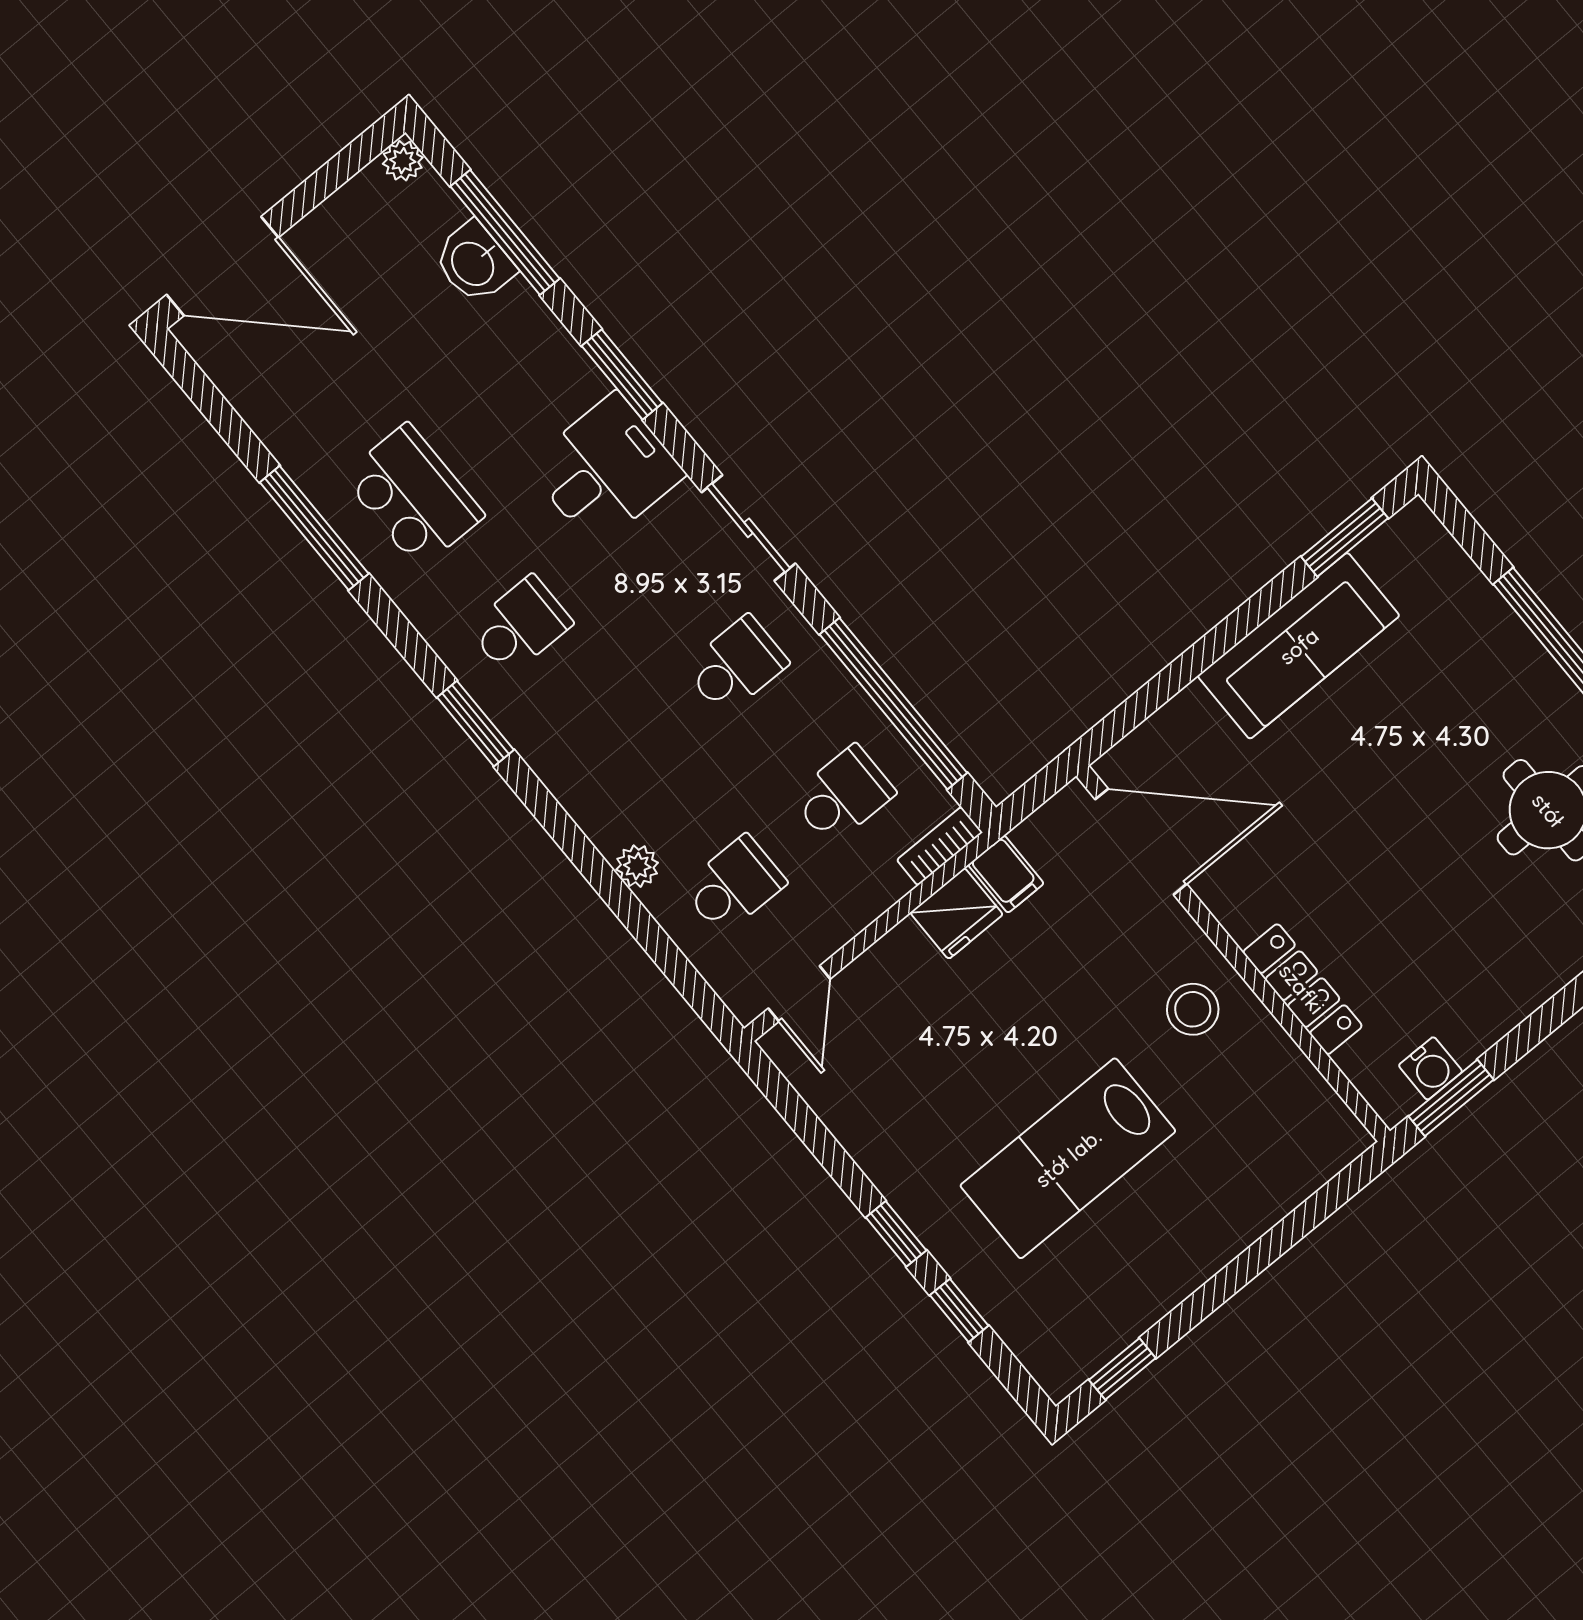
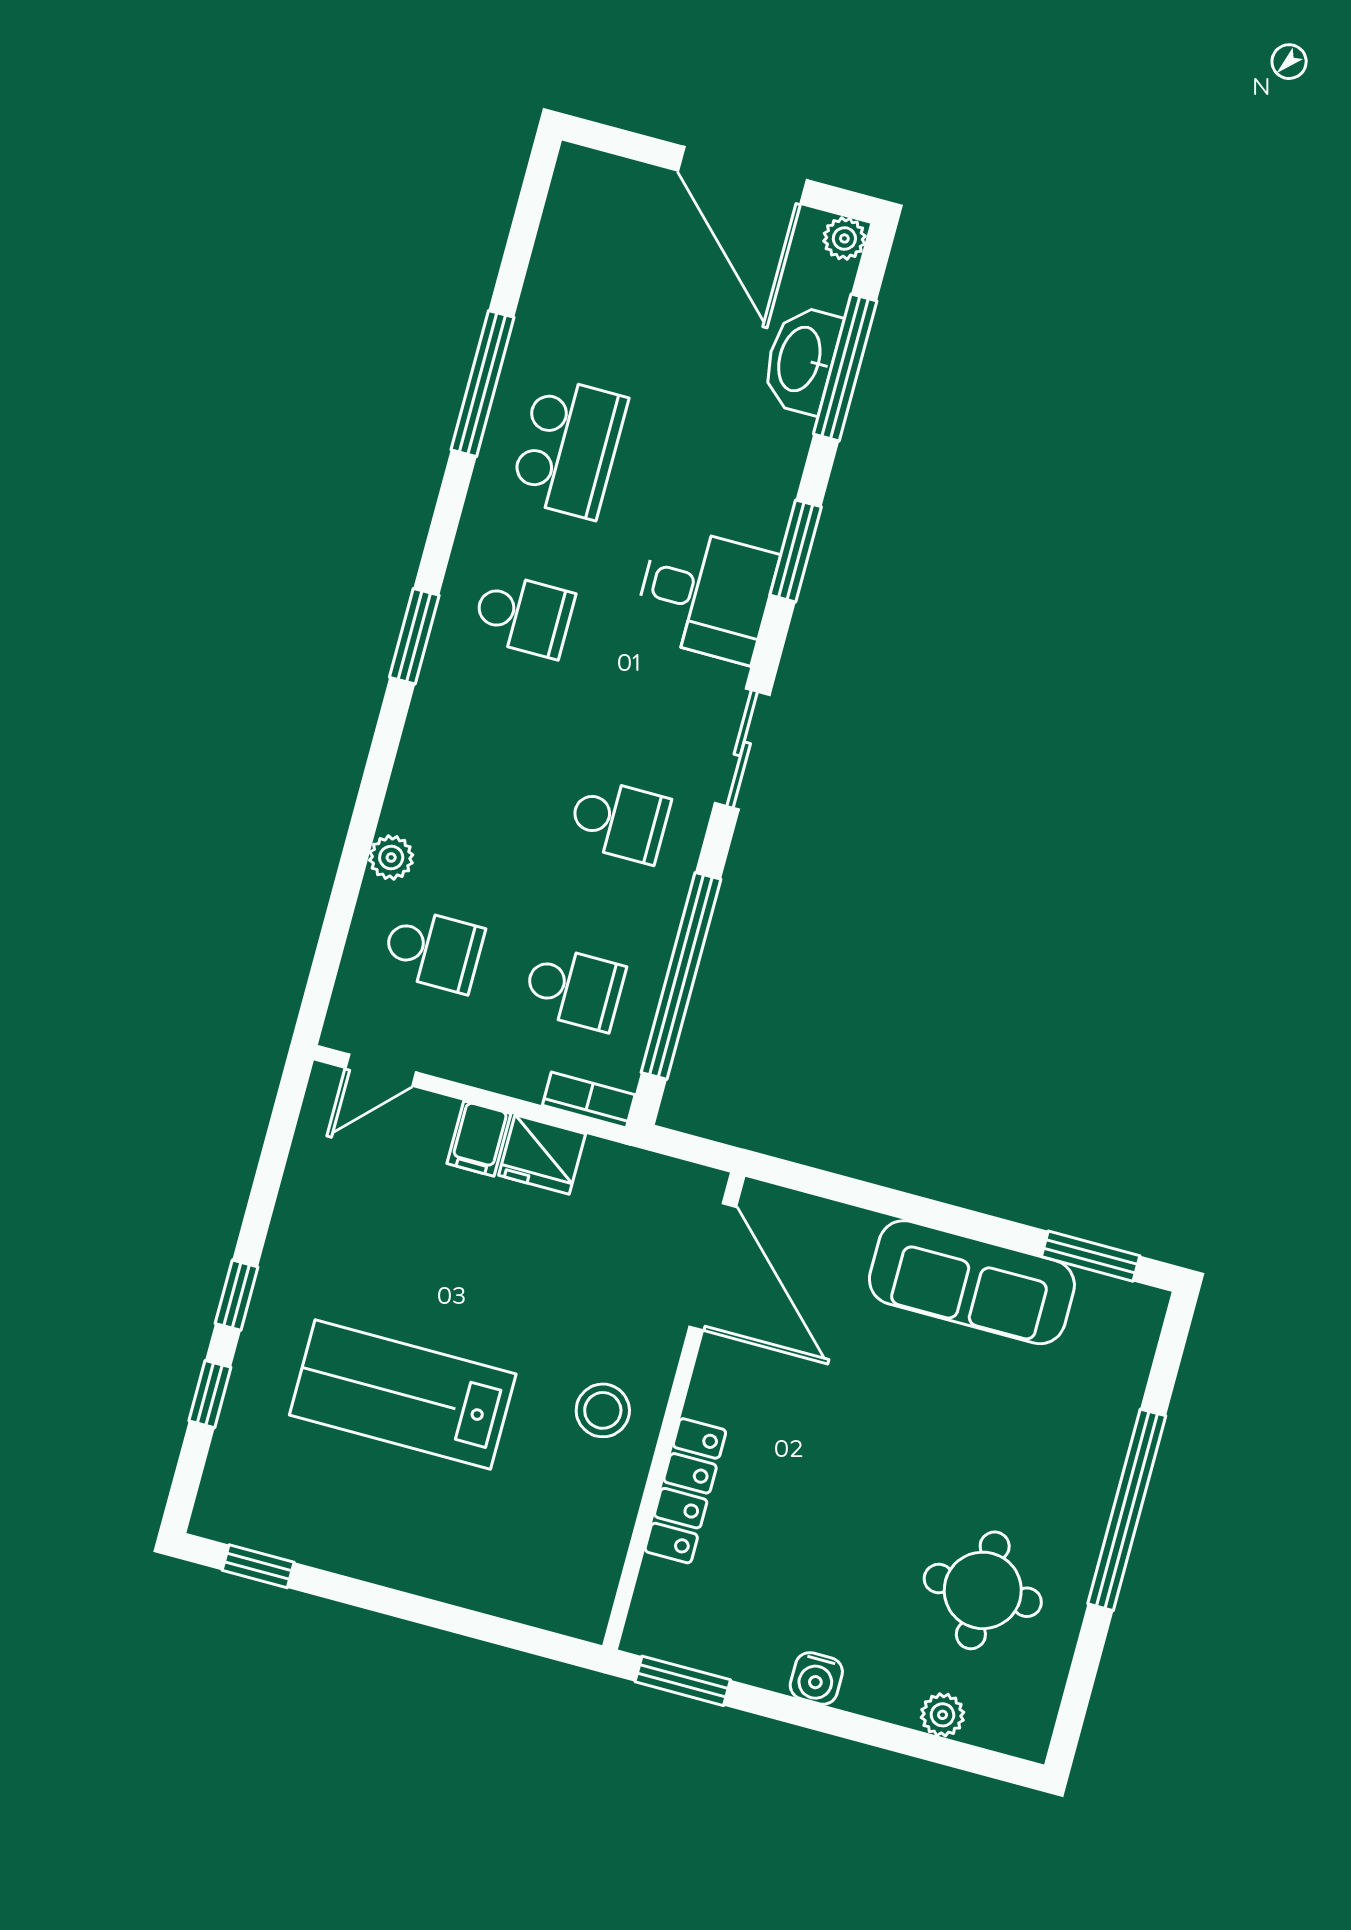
washbasin: (474, 263) -> (801, 359), width x1.38
door: (223, 266) -> (742, 175), moved
filing cabinet: (1006, 874) -> (479, 1139), moved
water cooler: (1430, 1068) -> (816, 1678), moved

